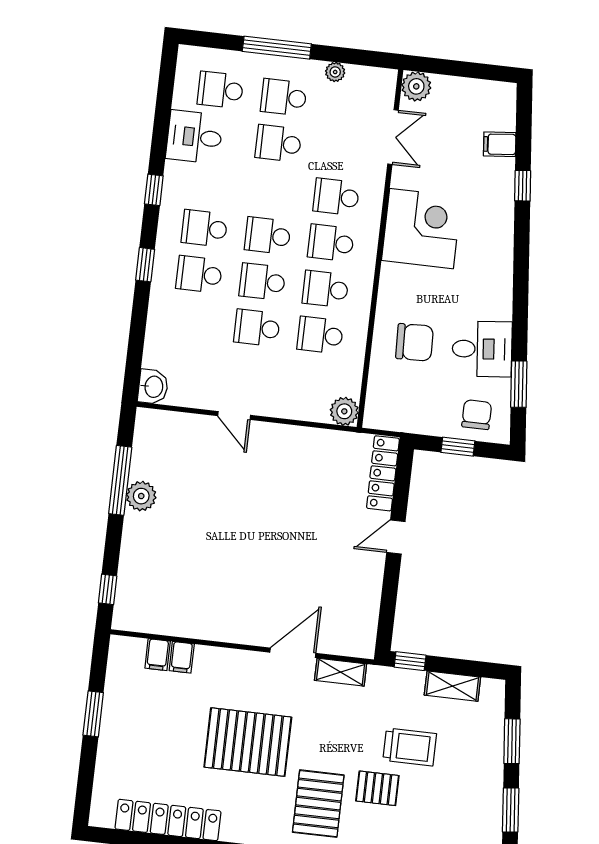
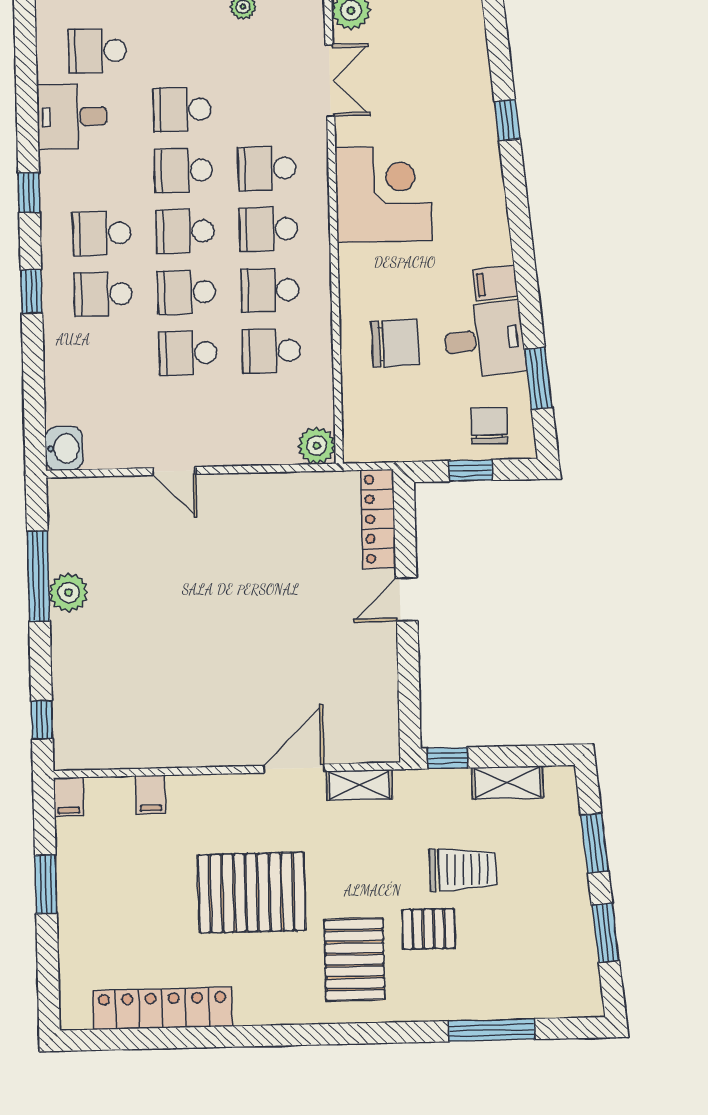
school desk: (284, 97) -> (184, 170), moved
filing cabinet: (500, 144) -> (495, 283), moved
filing cabinet: (158, 655) -> (68, 797), moved

